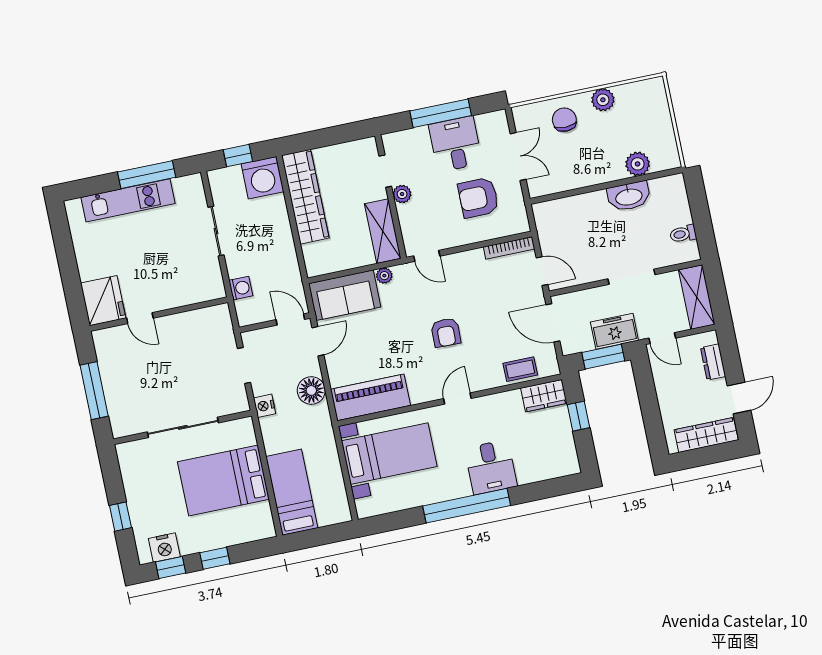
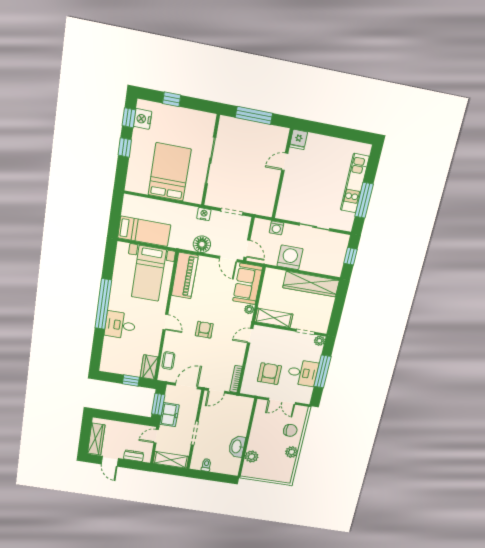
washing machine: (263, 178) -> (290, 257), moved, turned 90
plant: (402, 194) -> (319, 341), moved
fridge: (103, 301) -> (298, 139), width x0.53, depth x0.75
door: (290, 319) -> (247, 249), hinge flipped
armchair: (446, 333) -> (204, 330), turned 89
bed: (292, 492) -> (144, 231), moved

